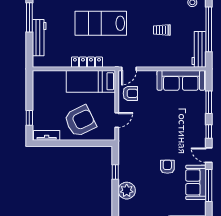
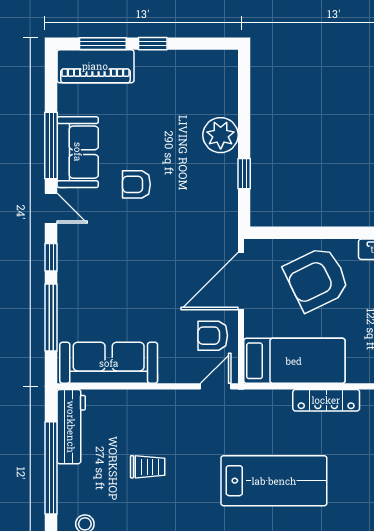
locker: (87, 62) -> (326, 400), moved
window: (209, 102) -> (51, 317), width x1.44
door: (117, 120) -> (241, 281), width x1.87
armchair: (167, 167) -> (136, 184), turned 90

